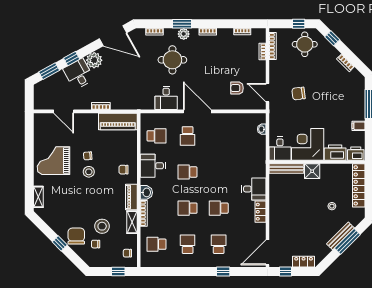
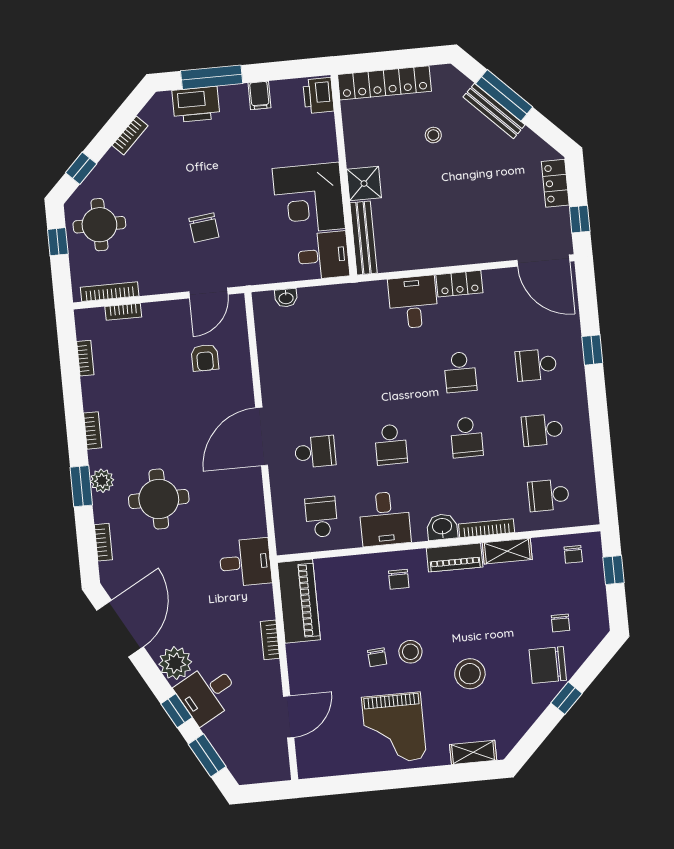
desk: (166, 98) -> (245, 562), moved
printer: (335, 153) -> (196, 104), moved, turned -90
stool: (102, 226) -> (470, 674), moved
school desk: (156, 244) -> (549, 495), turned 90

